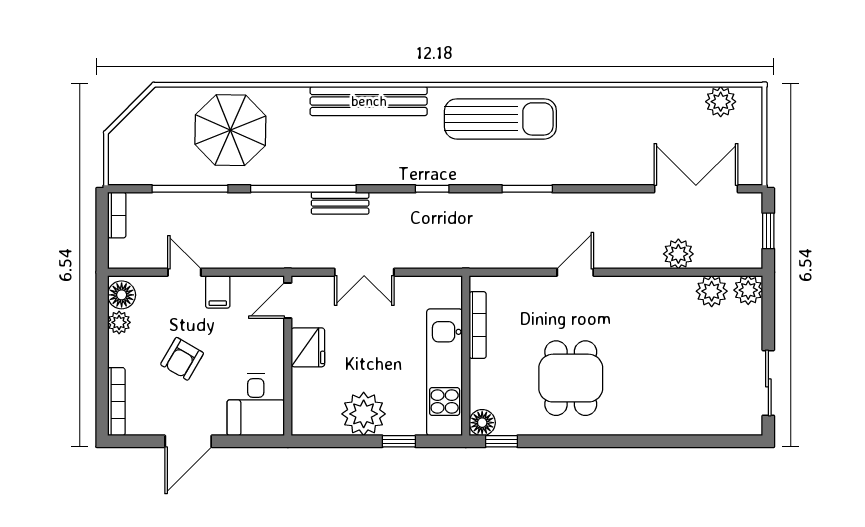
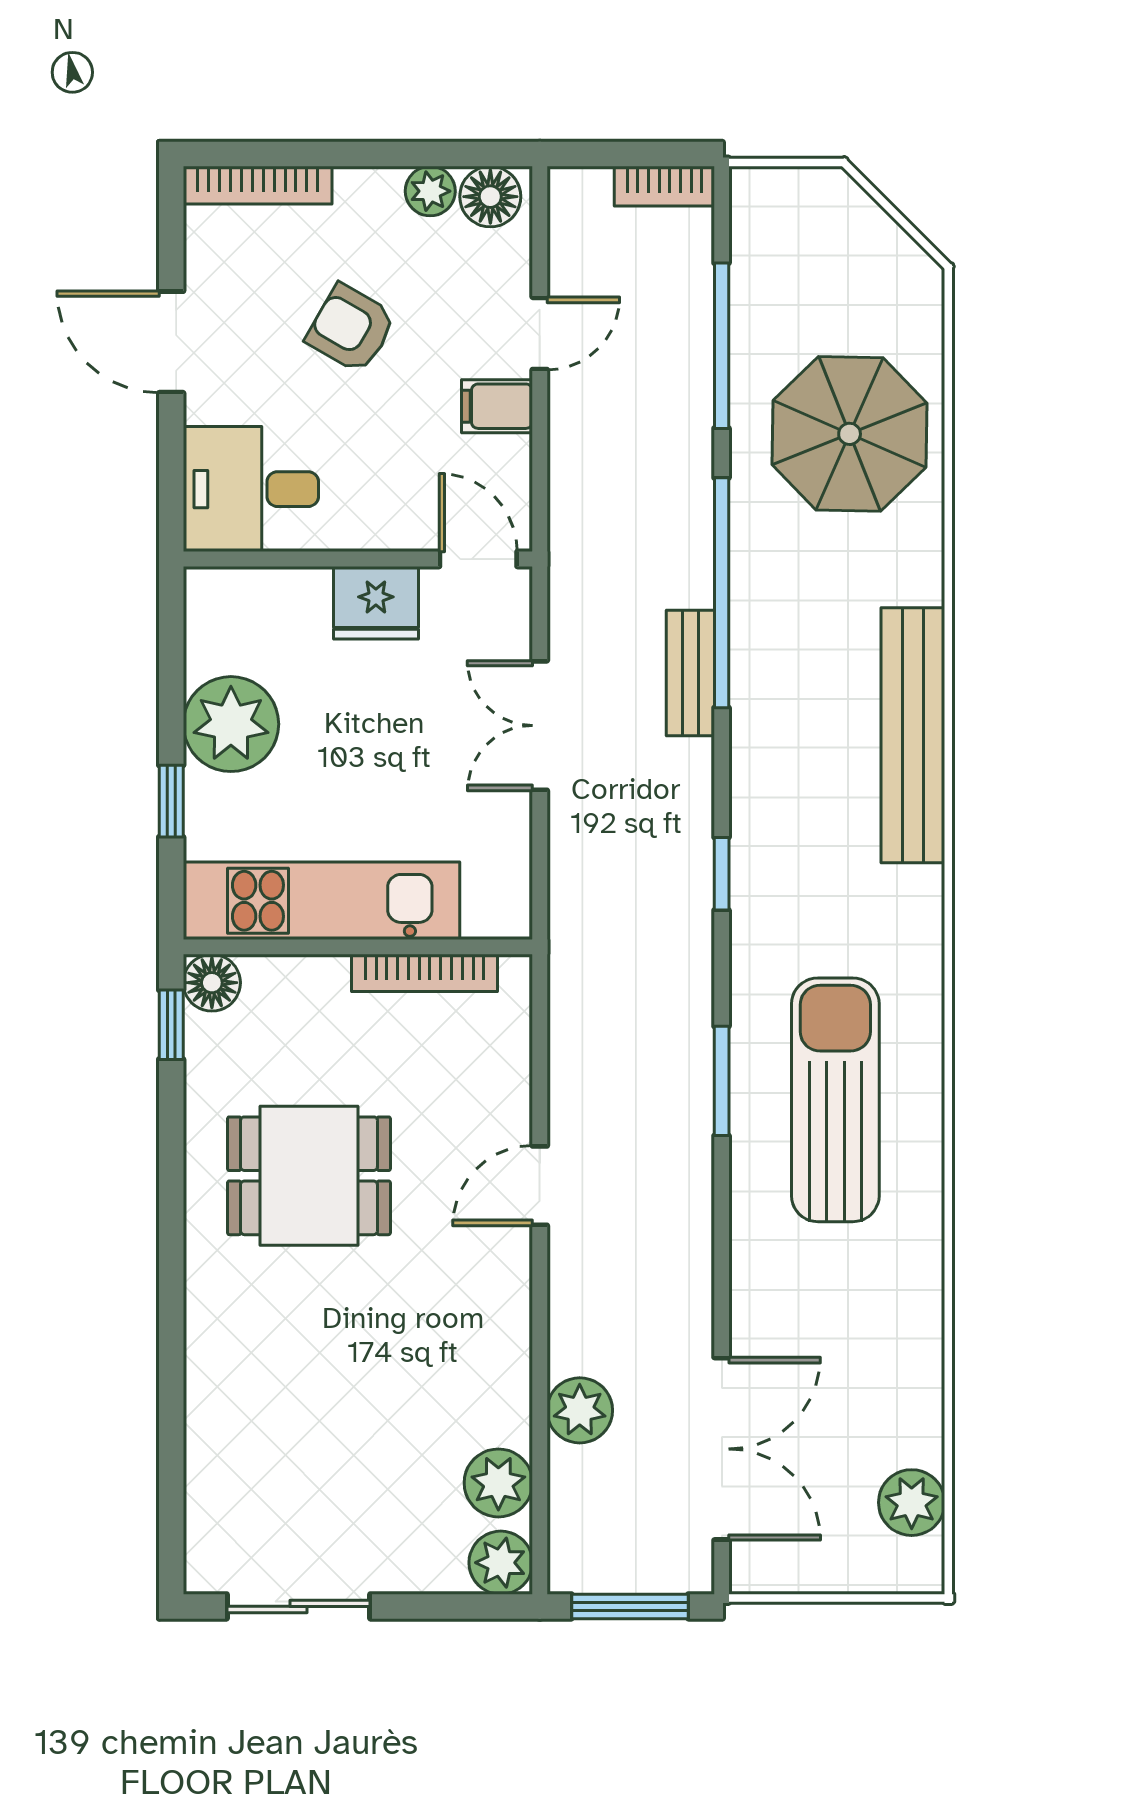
sun lounger: (500, 119) -> (835, 1100), moved, turned 180
window: (768, 231) -> (630, 1606), width x1.50
door: (575, 272) -> (540, 1186), swing flipped

